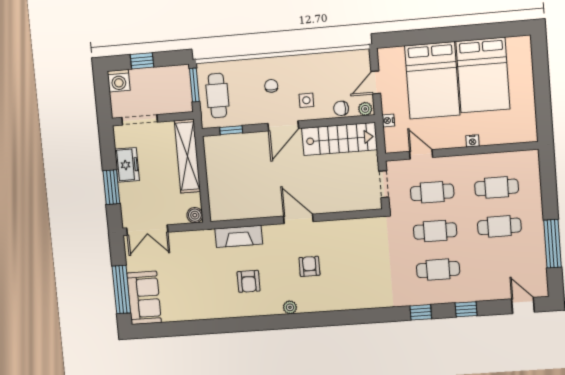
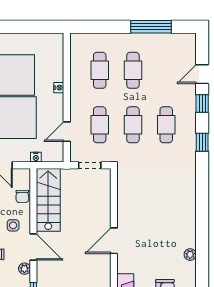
plant: (365, 109) -> (24, 269), moved
armchair: (309, 266) -> (156, 235), removed
door: (523, 306) -> (202, 74), moved

